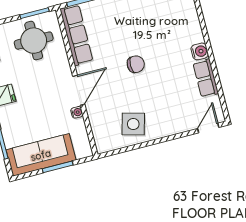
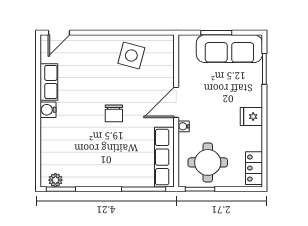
chair: (136, 64) -> (114, 113), turned -90
water cooler: (77, 112) -> (184, 126), moved

